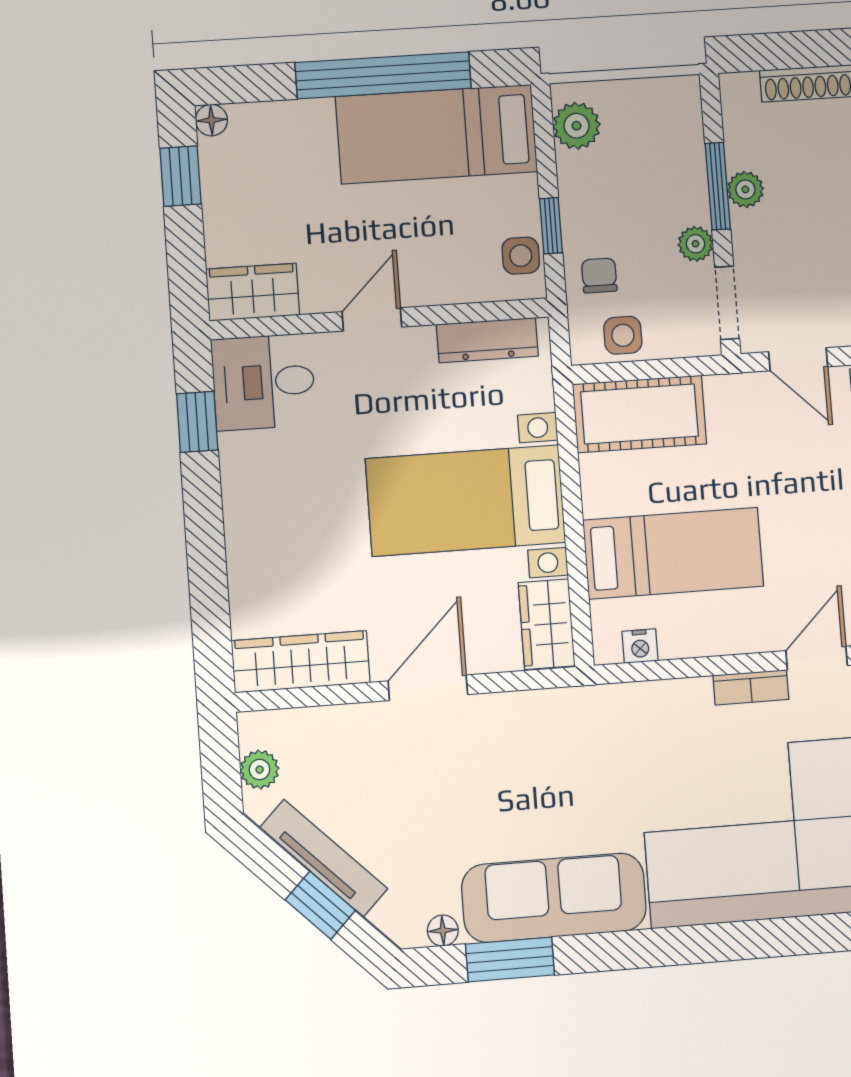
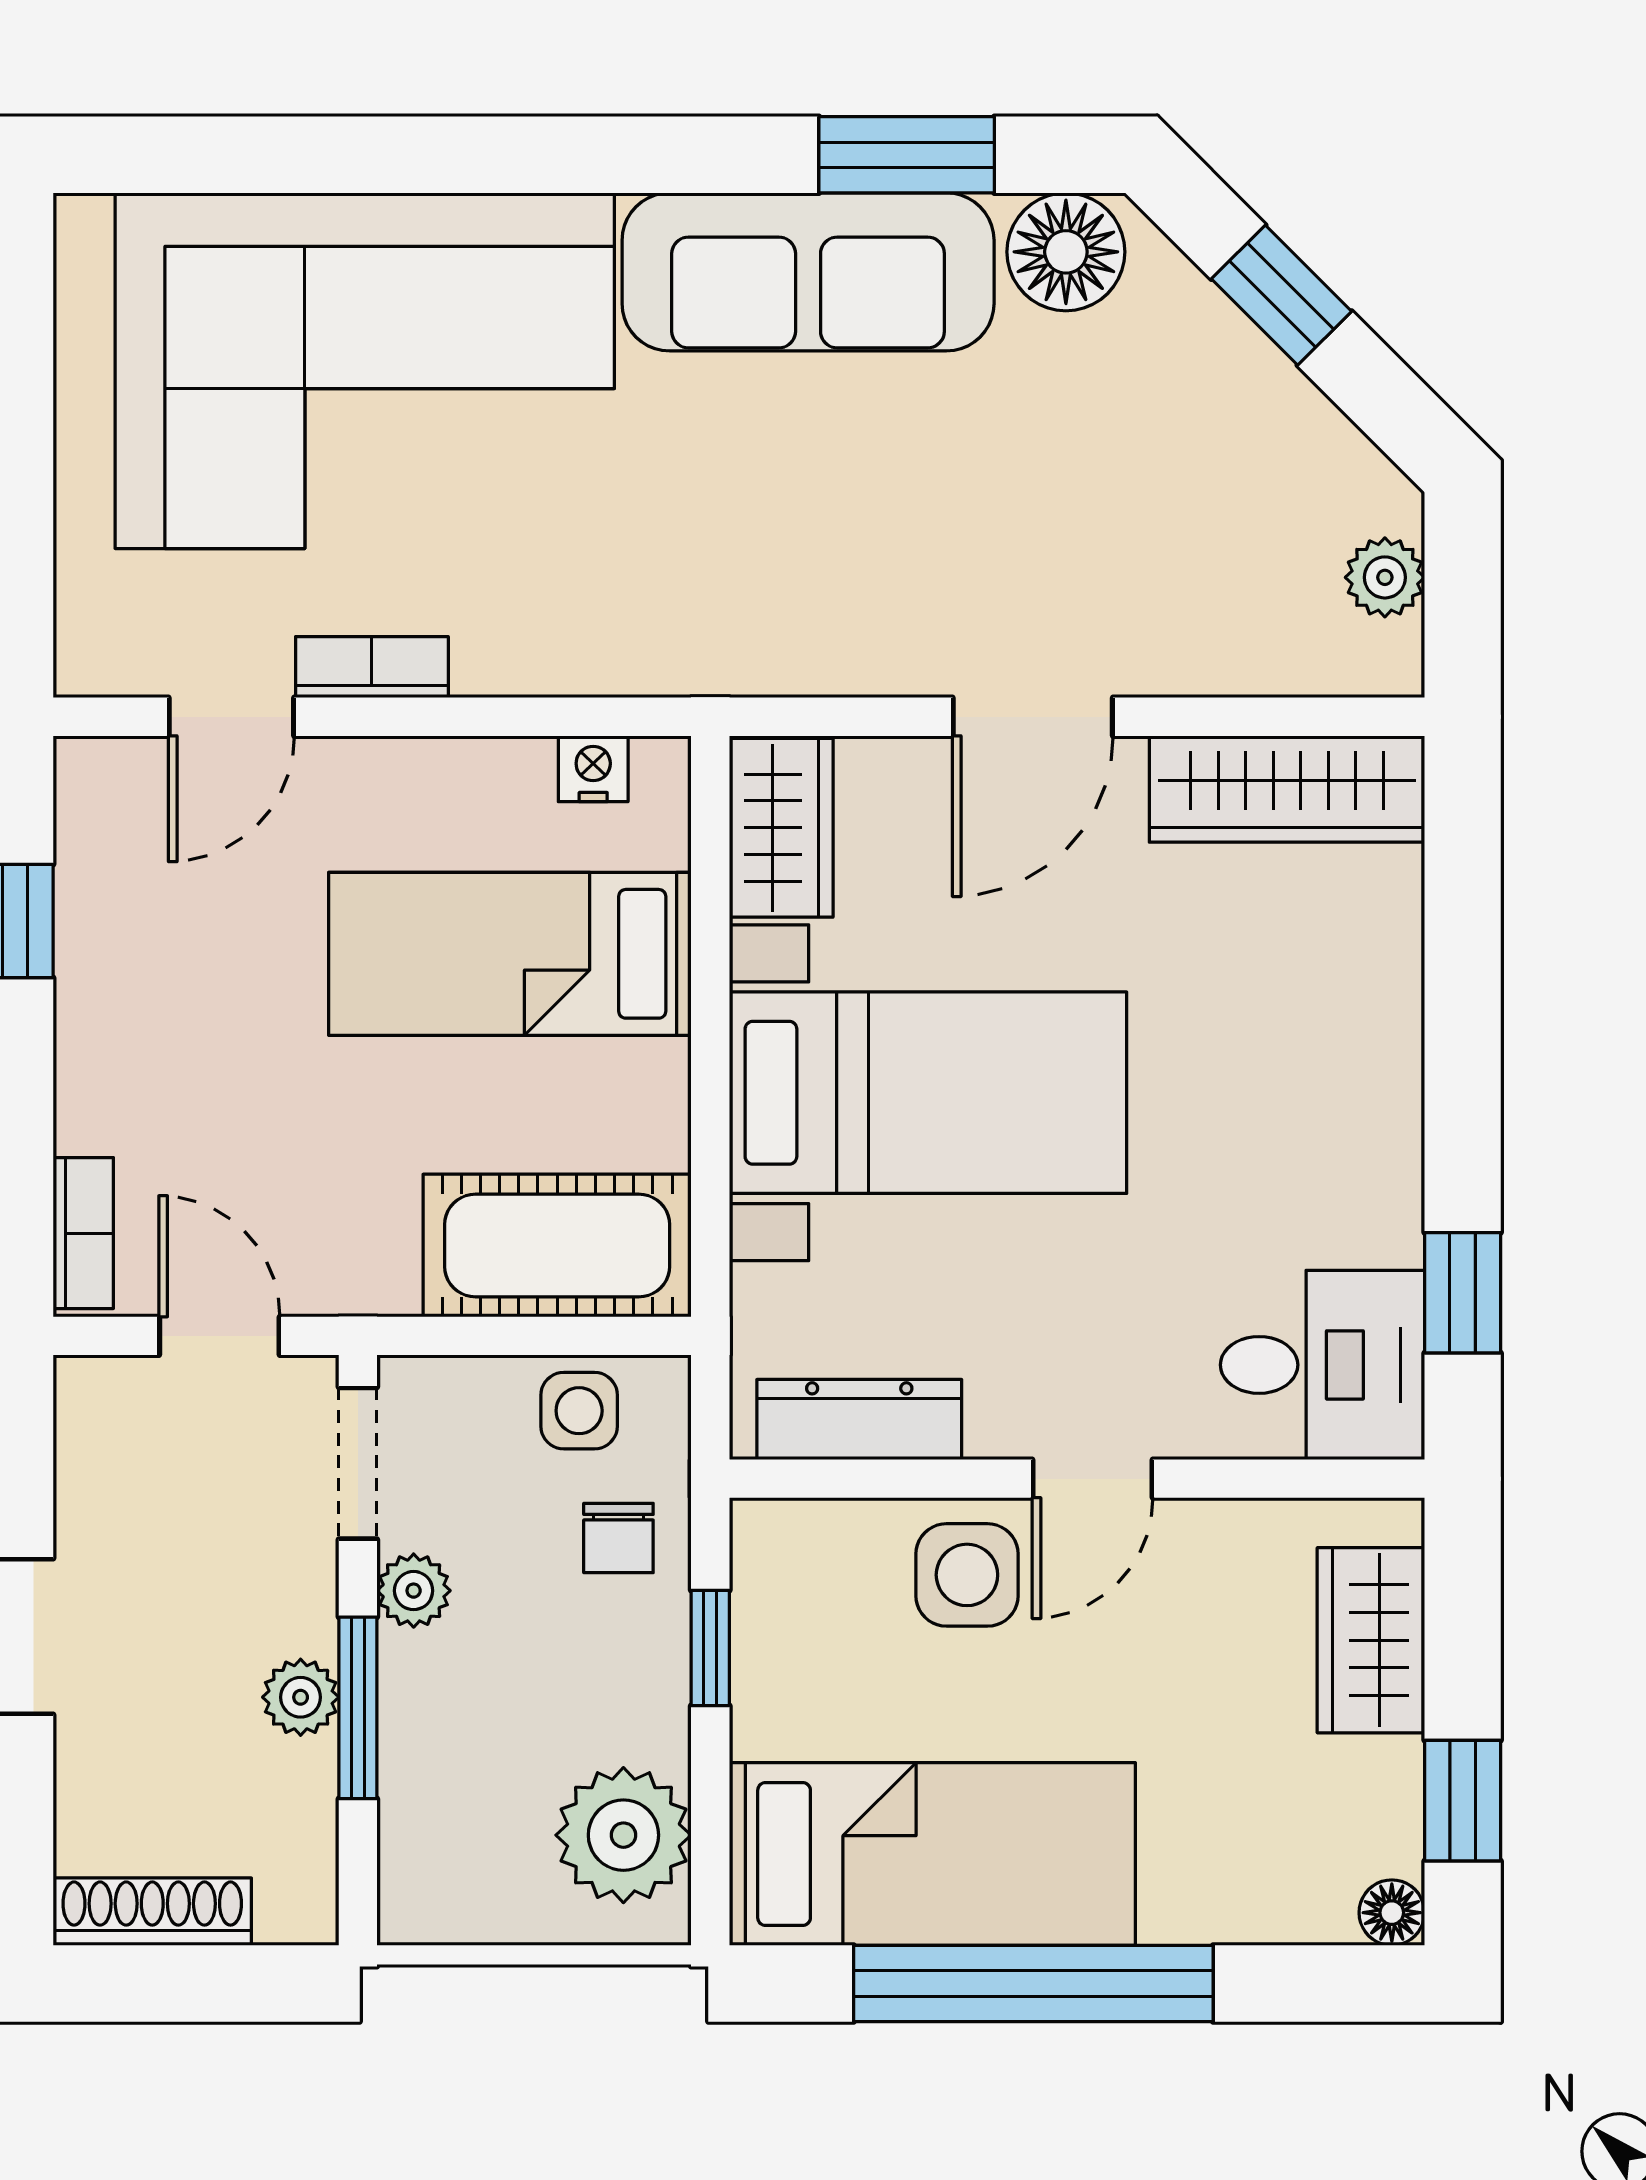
plant: (577, 126) -> (623, 1835), width x1.36, depth x1.36
side table: (521, 256) -> (967, 1575), moved, width x1.37, depth x1.37
wardrobe: (253, 292) -> (1371, 1640), moved, turned 90
tv unit: (324, 858) -> (1268, 389), removed
floor lamp: (443, 931) -> (1066, 252), width x1.89, depth x1.89

